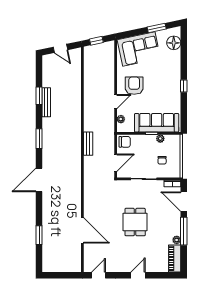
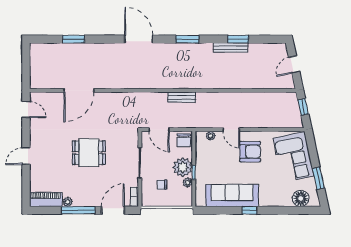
sofa: (157, 123) -> (232, 196), moved, turned -90
plant: (147, 143) -> (183, 167), added
door: (138, 275) -> (26, 156), swing flipped

